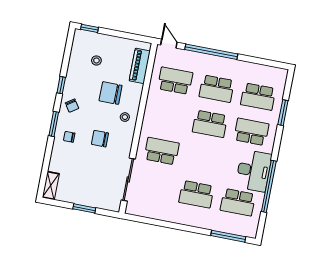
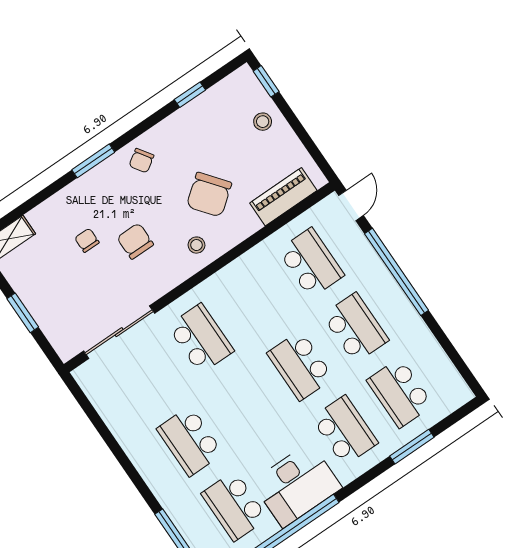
stool: (96, 60) -> (263, 122), moved
window: (61, 85) -> (190, 95), moved
school desk: (217, 89) -> (355, 328), turned 180
chair: (111, 93) -> (209, 195), turned -128
chair: (69, 137) -> (87, 240), moved

